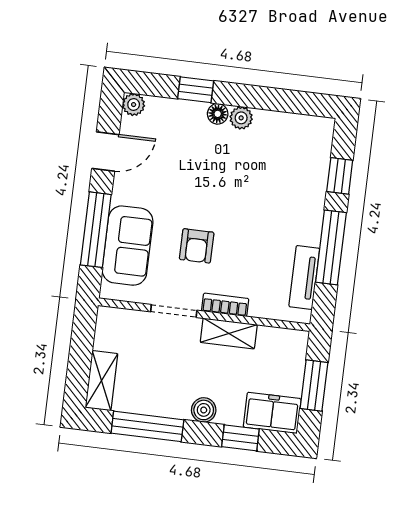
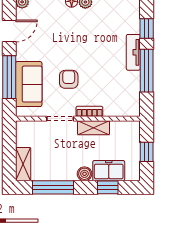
armchair: (197, 246) -> (69, 79), turned 180
tv unit: (304, 277) -> (133, 52), moved
window: (314, 386) -> (147, 152), width x0.67
freezer: (272, 413) -> (109, 171), moved

